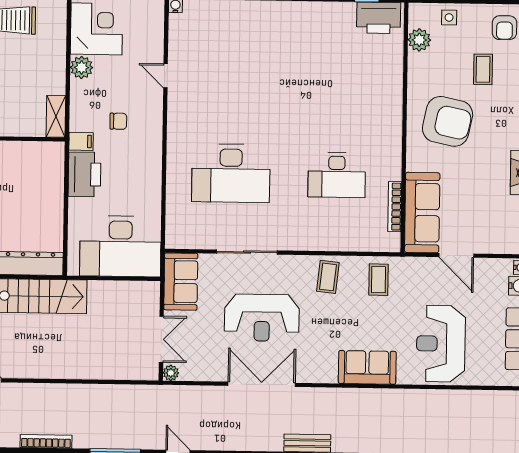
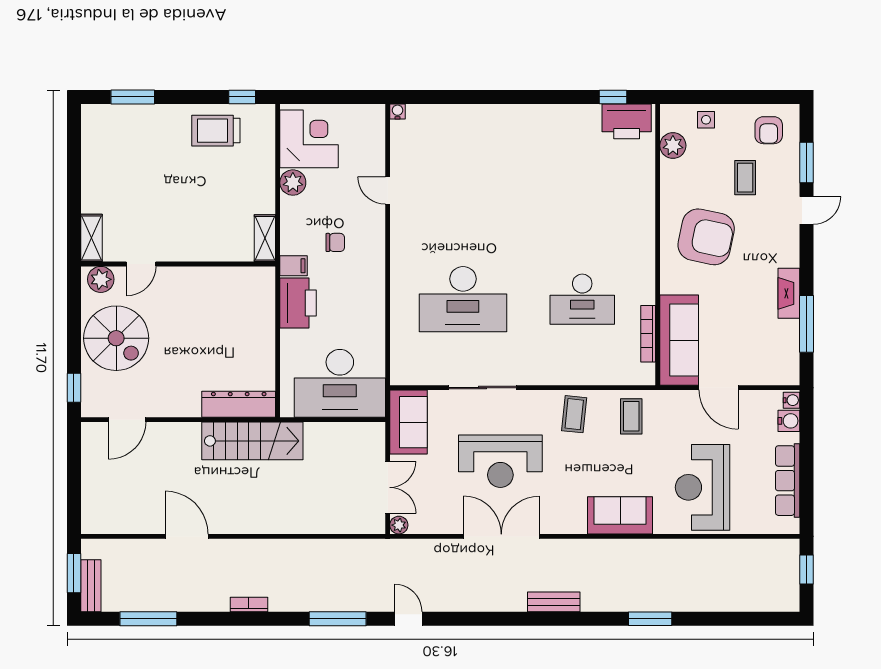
bookcase: (46, 441) -> (249, 604), width x0.64

